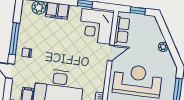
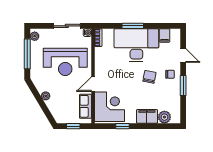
window: (14, 39) -> (183, 86), width x0.69
chair: (49, 53) -> (149, 77), added

